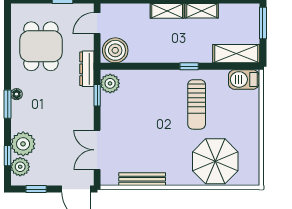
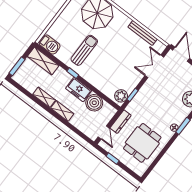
door: (97, 23) -> (104, 133), hinge flipped
boiler: (115, 50) -> (94, 103), moved
freezer: (167, 52) -> (79, 90), added
dresser: (87, 69) -> (121, 122), moved
double door: (97, 150) -> (154, 66), swing flipped

